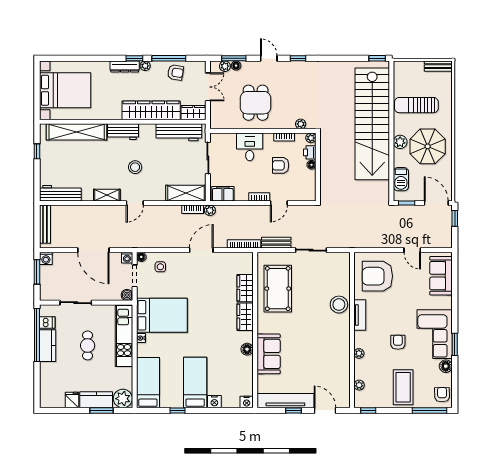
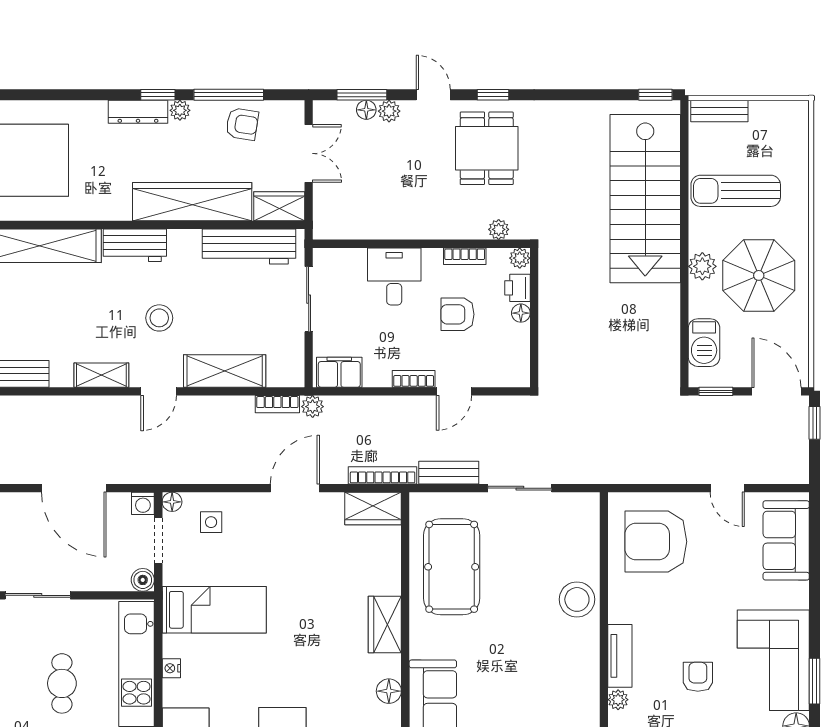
plant: (225, 66) -> (389, 111), moved
bench: (438, 66) -> (719, 111), moved
dining table: (256, 103) -> (487, 148), moved
stairs: (372, 124) -> (645, 199), width x0.73
shelving: (186, 193) -> (225, 371), moved
wardrobe: (245, 288) -> (373, 508), moved, turned -90
bed: (162, 315) -> (214, 610), width x0.67
tv unit: (360, 315) -> (620, 656), moved

